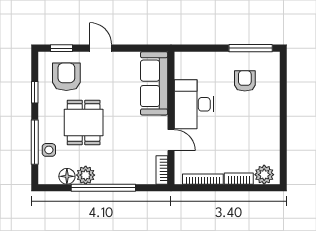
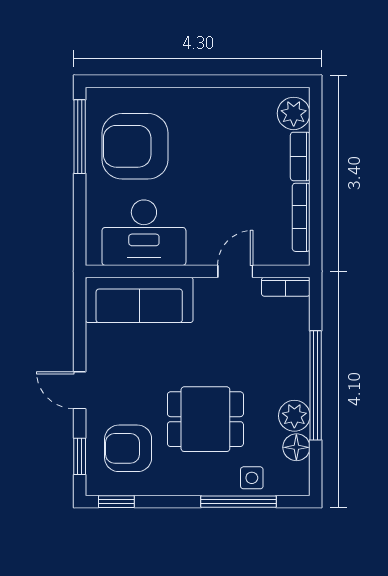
door: (101, 48) -> (80, 390), hinge flipped
armchair: (245, 81) -> (135, 146), width x1.88, depth x1.88
window: (35, 92) -> (116, 502), moved
desk: (194, 104) -> (144, 233), moved

